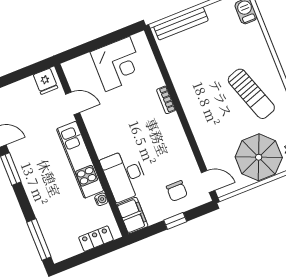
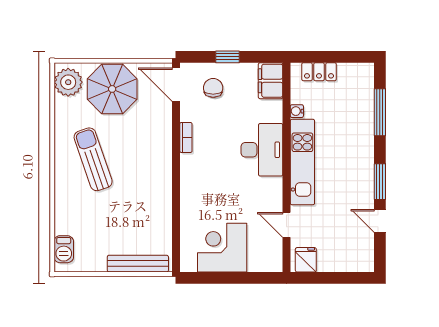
bookcase: (166, 100) -> (186, 137), moved
desk: (125, 175) -> (262, 150), moved
door: (208, 182) -> (176, 85), width x1.38
window: (39, 240) -> (380, 112), moved

